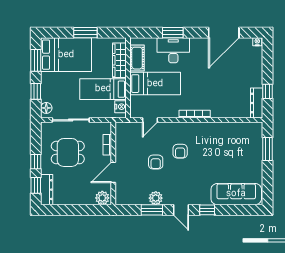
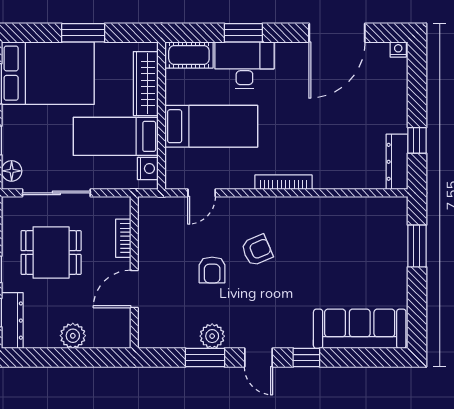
cot: (137, 58) -> (189, 55), moved, turned 90
armchair: (180, 151) -> (257, 250), turned -113
plant: (102, 198) -> (73, 336), moved

